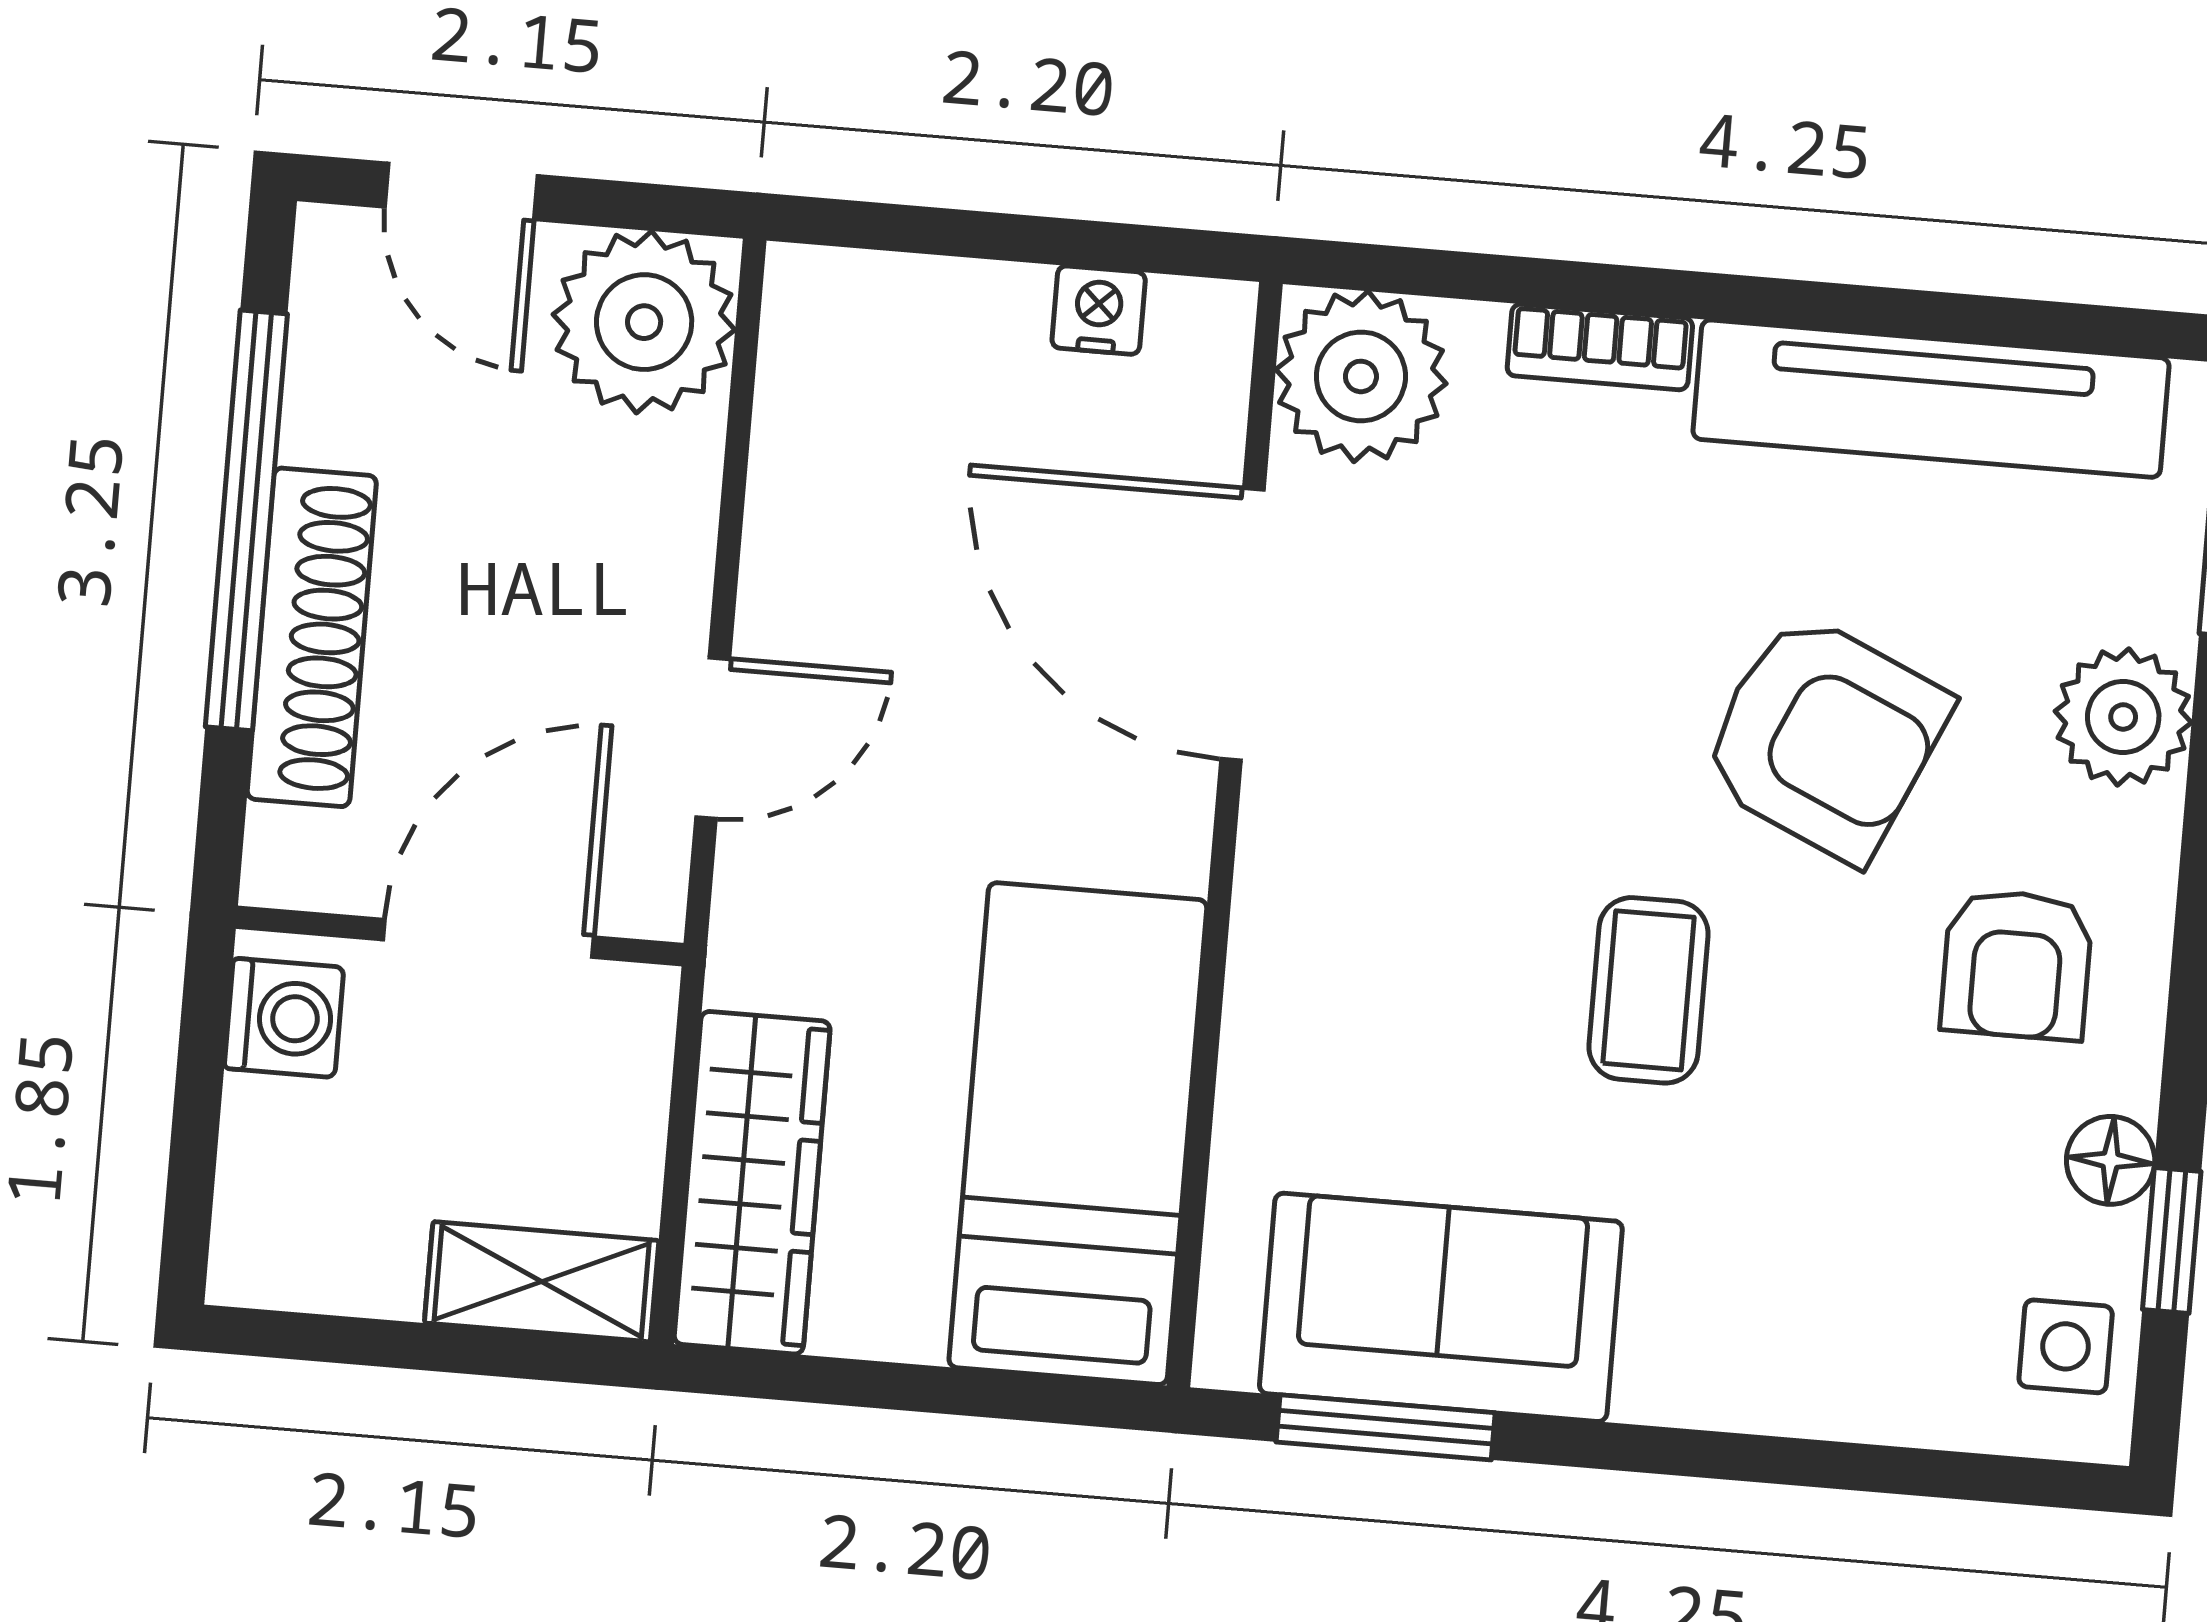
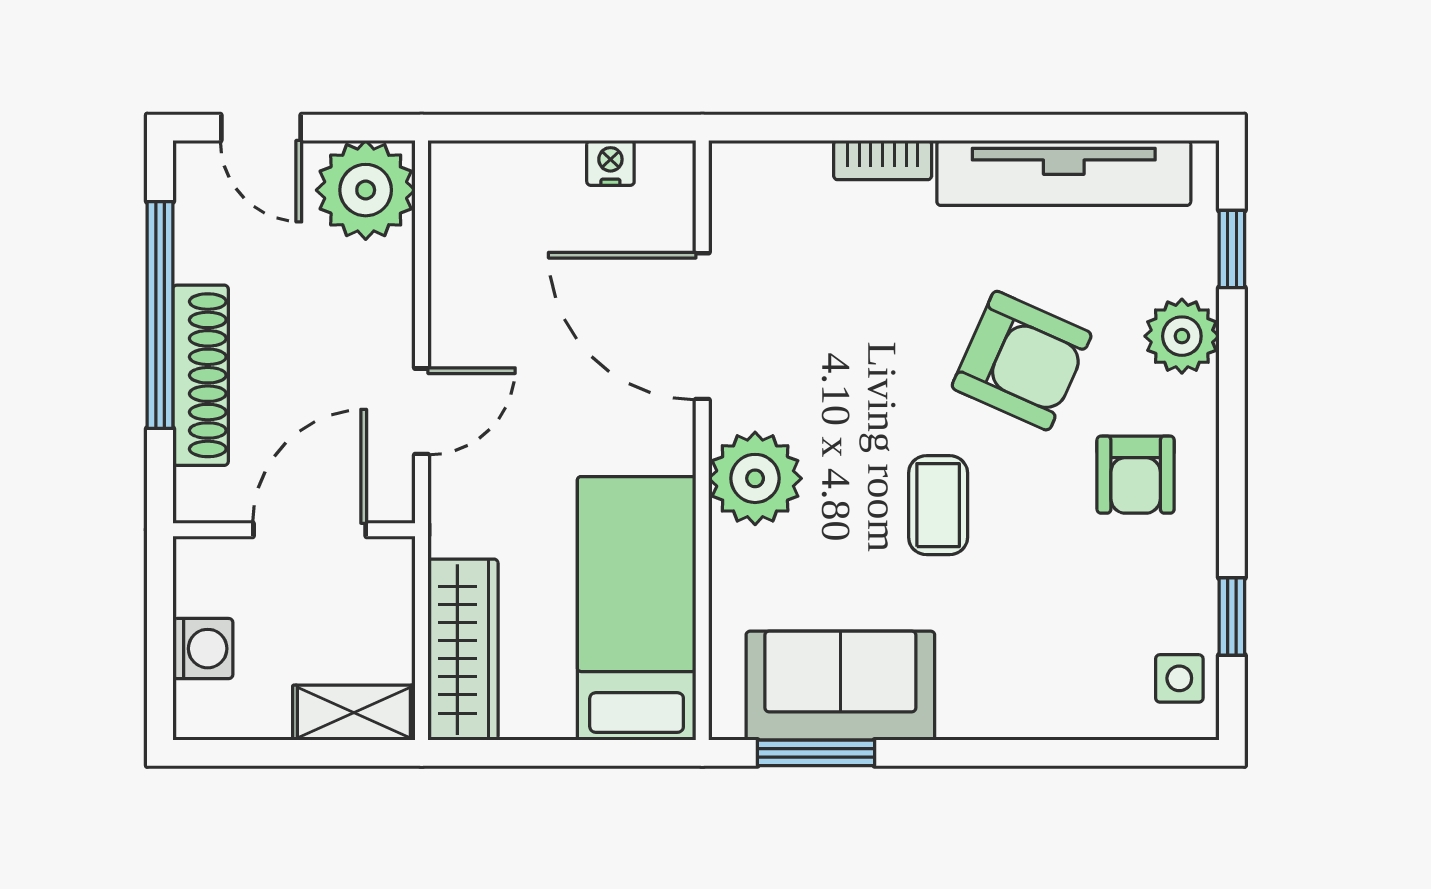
plant: (1361, 376) -> (755, 478), moved
washing machine: (284, 1018) -> (203, 649), moved
floor lamp: (2111, 1160) -> (1195, 576), removed

